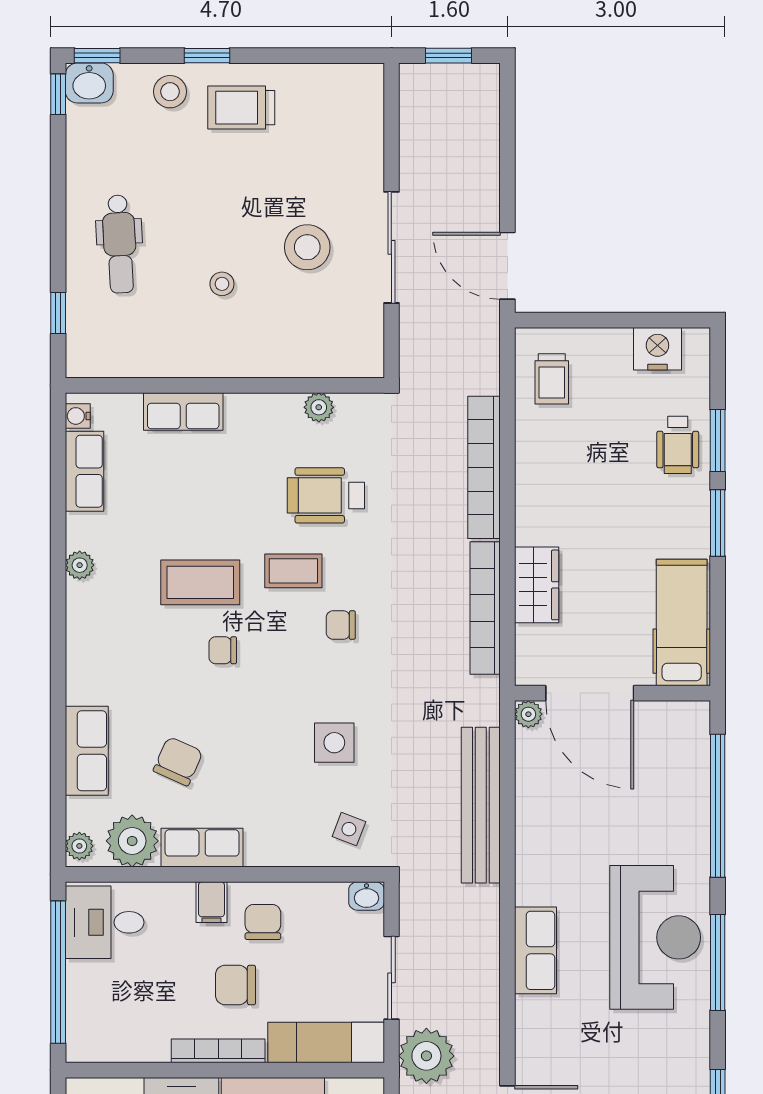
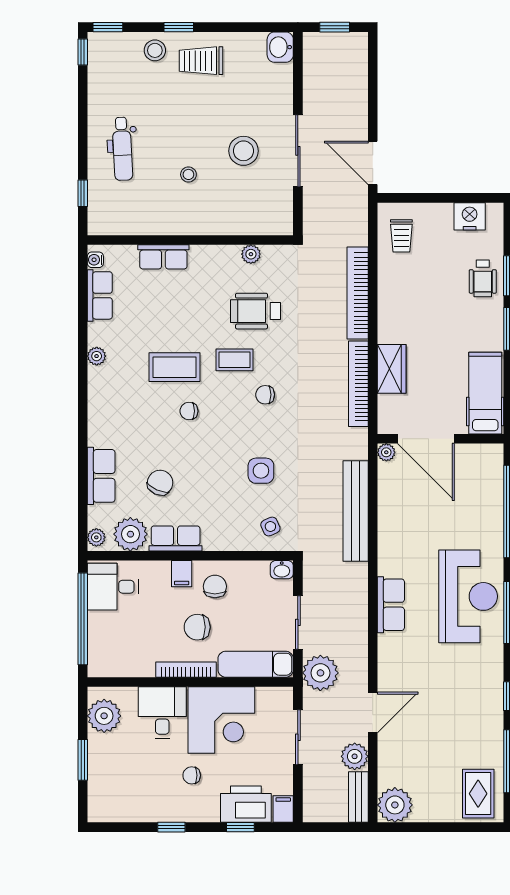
washbasin: (89, 83) -> (280, 47), moved, turned 90
side table: (349, 829) -> (270, 527), turned 45

